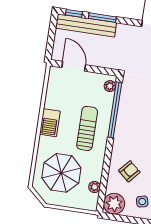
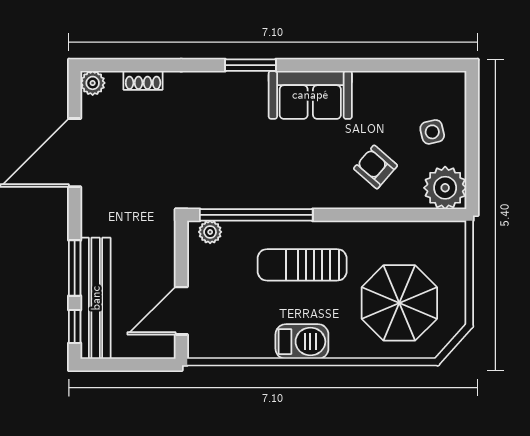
plant: (95, 187) -> (417, 232), removed

